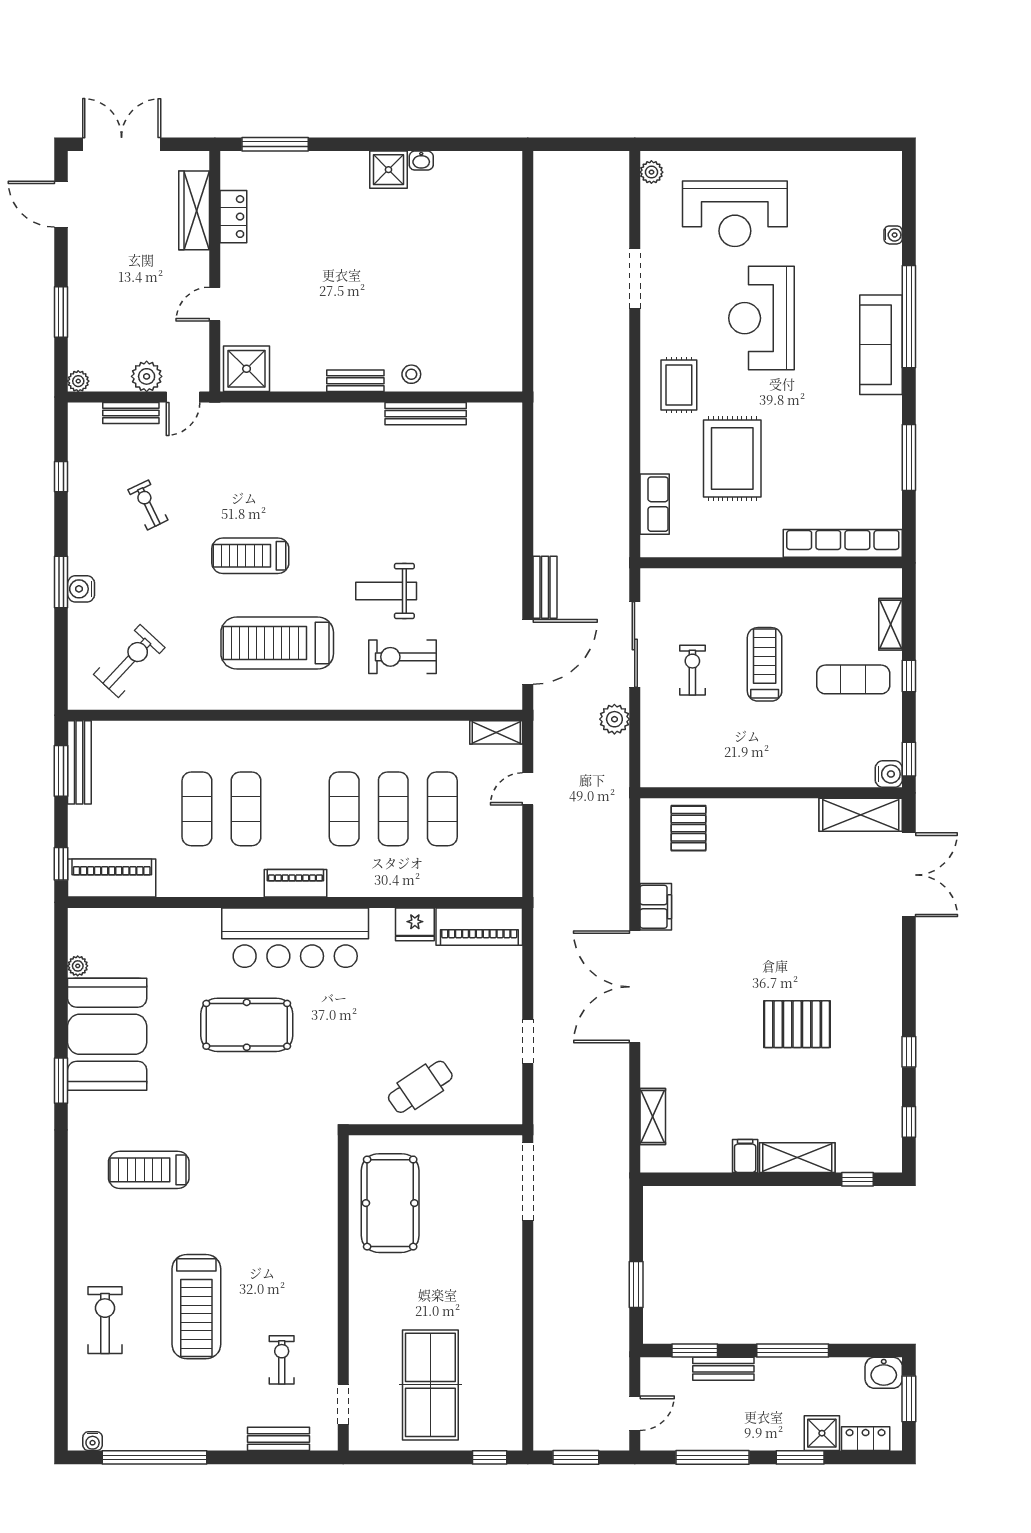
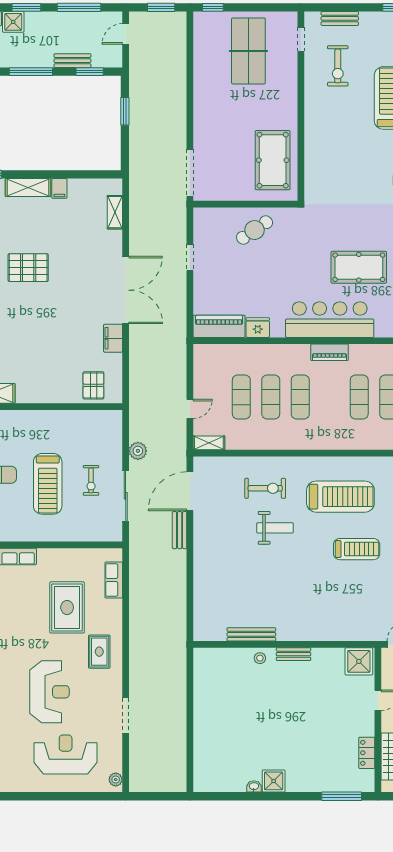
treadmill: (765, 664) -> (48, 484), width x1.37, depth x1.38
exercise bike: (282, 1360) -> (338, 66), width x1.38, depth x1.39

